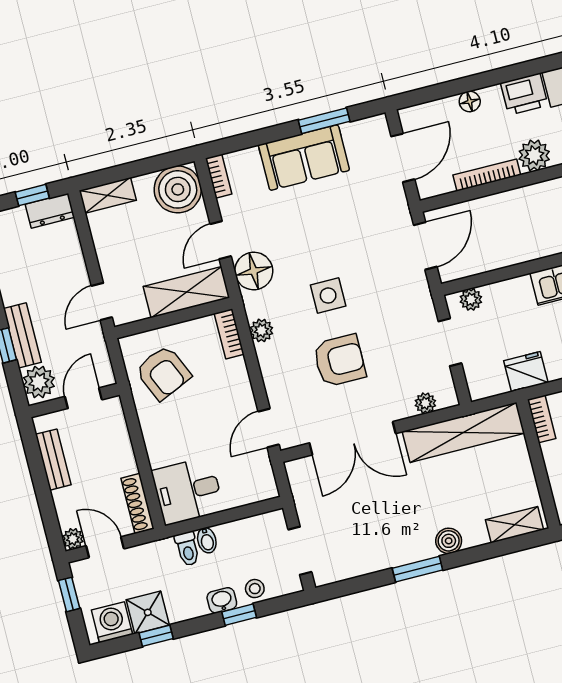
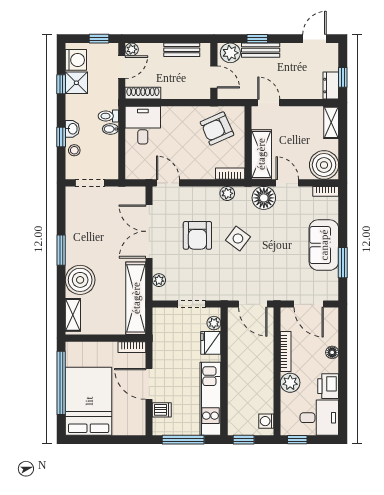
side table: (328, 296) -> (238, 239), turned 37
fridge: (526, 372) -> (211, 343), moved, turned 180
boiler: (449, 541) -> (80, 280), width x1.86, depth x1.86

